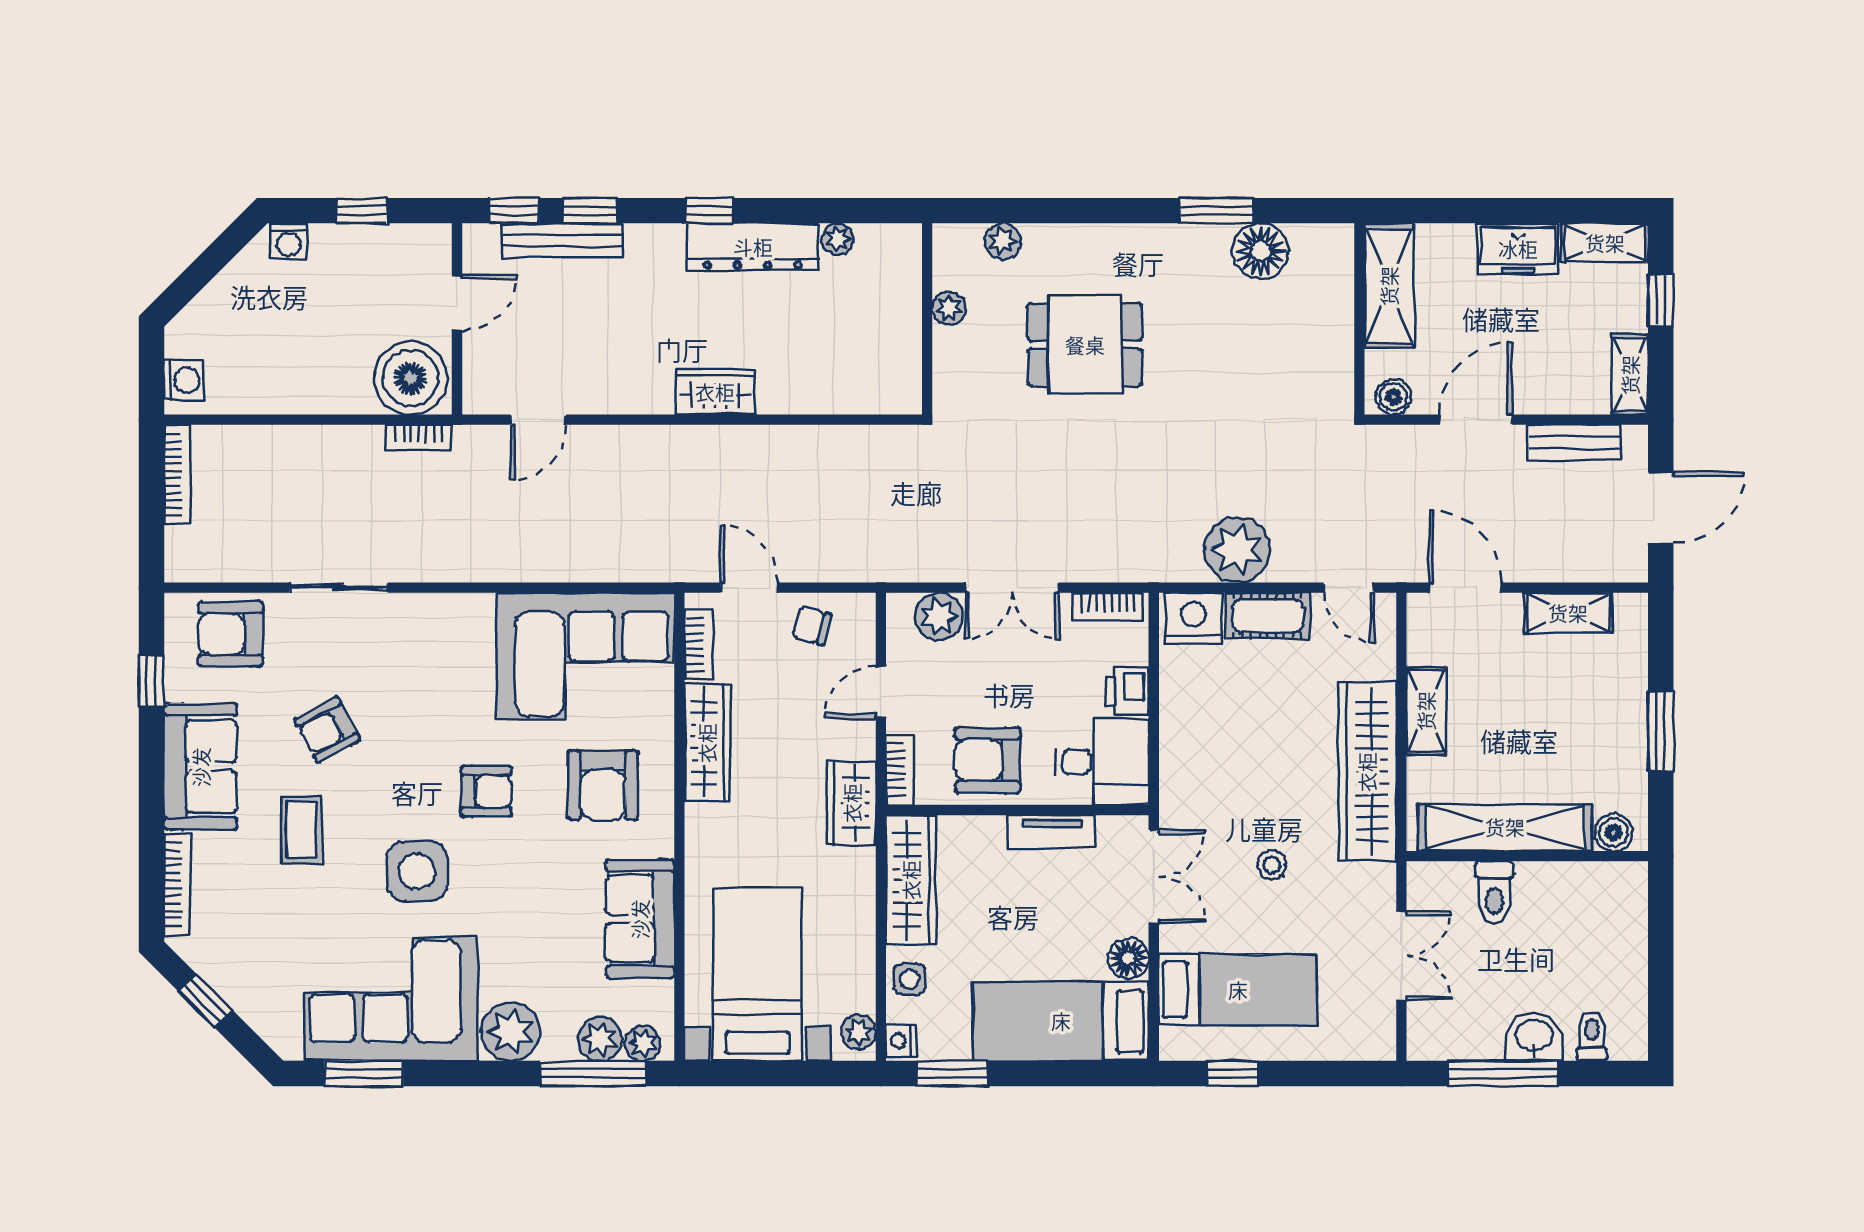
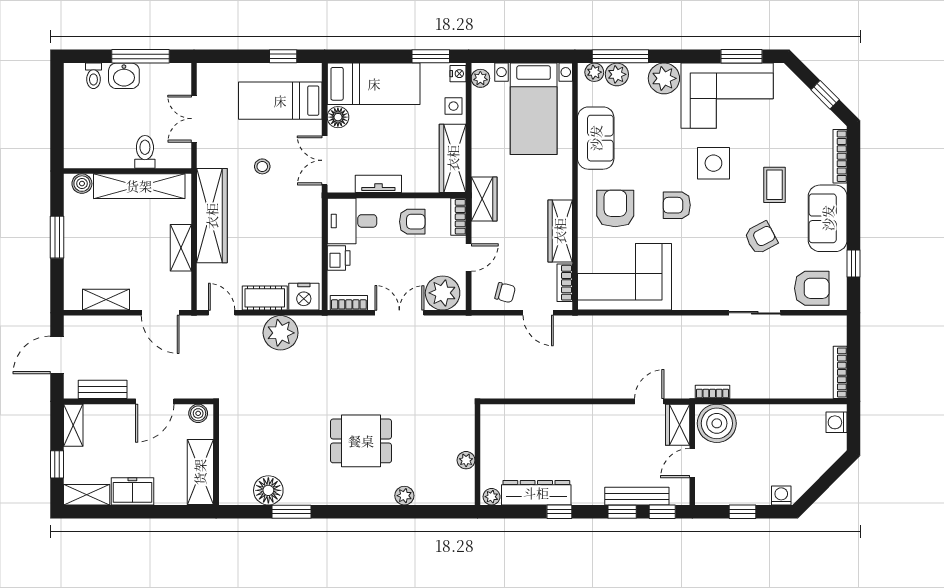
plant: (949, 308) -> (466, 460), moved
wall: (927, 319) -> (477, 455), moved
wardrobe: (715, 392) -> (678, 425), moved, turned 90
plant: (939, 616) -> (443, 293), width x1.36, depth x1.36
armchair: (988, 760) -> (412, 222), width x0.72, depth x0.72

